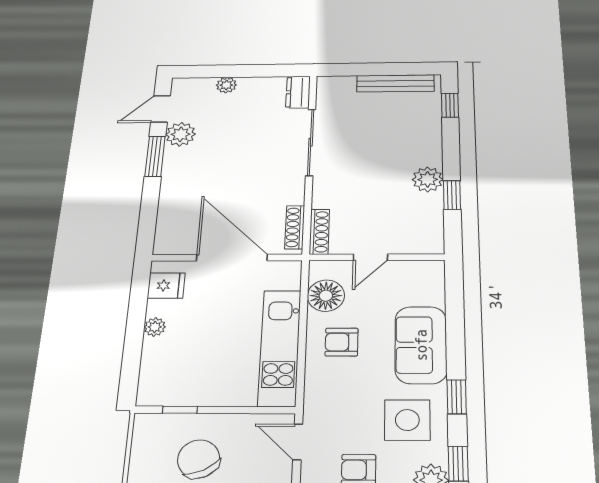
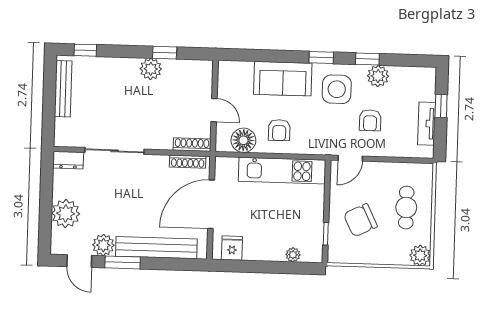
plant: (226, 85) -> (66, 214), width x1.87, depth x1.87
bench: (173, 194) -> (156, 248), added
plant: (155, 327) -> (293, 255), moved

